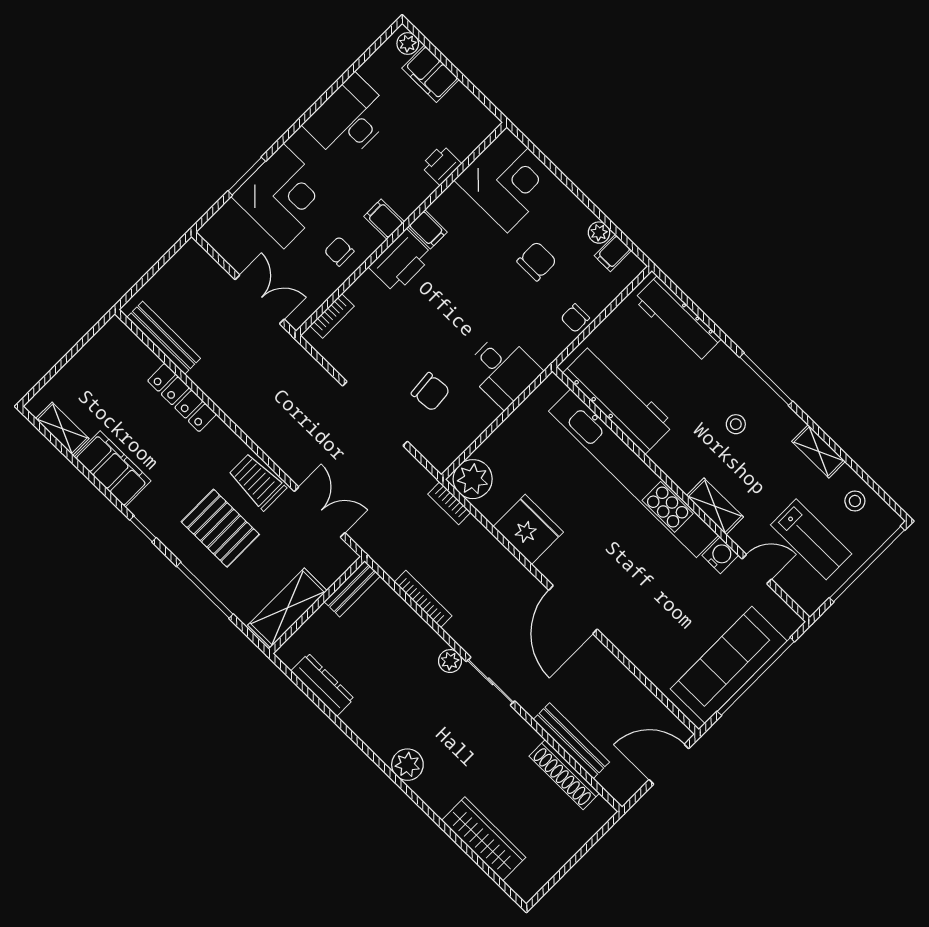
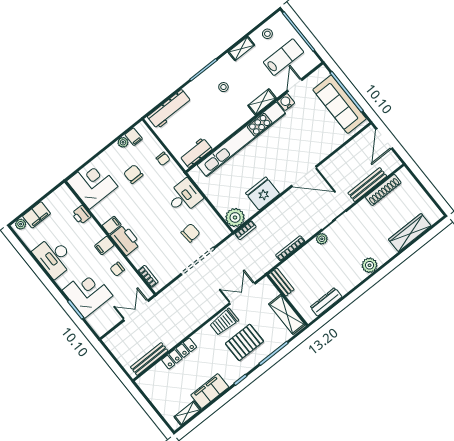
workbench: (618, 399) -> (196, 153), width x0.53, depth x0.76

